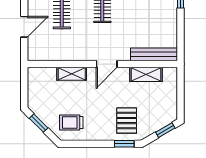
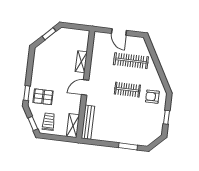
door: (107, 64) -> (85, 87), hinge flipped
shelving: (146, 74) -> (73, 126), moved
trolley: (71, 123) -> (49, 122), moved

